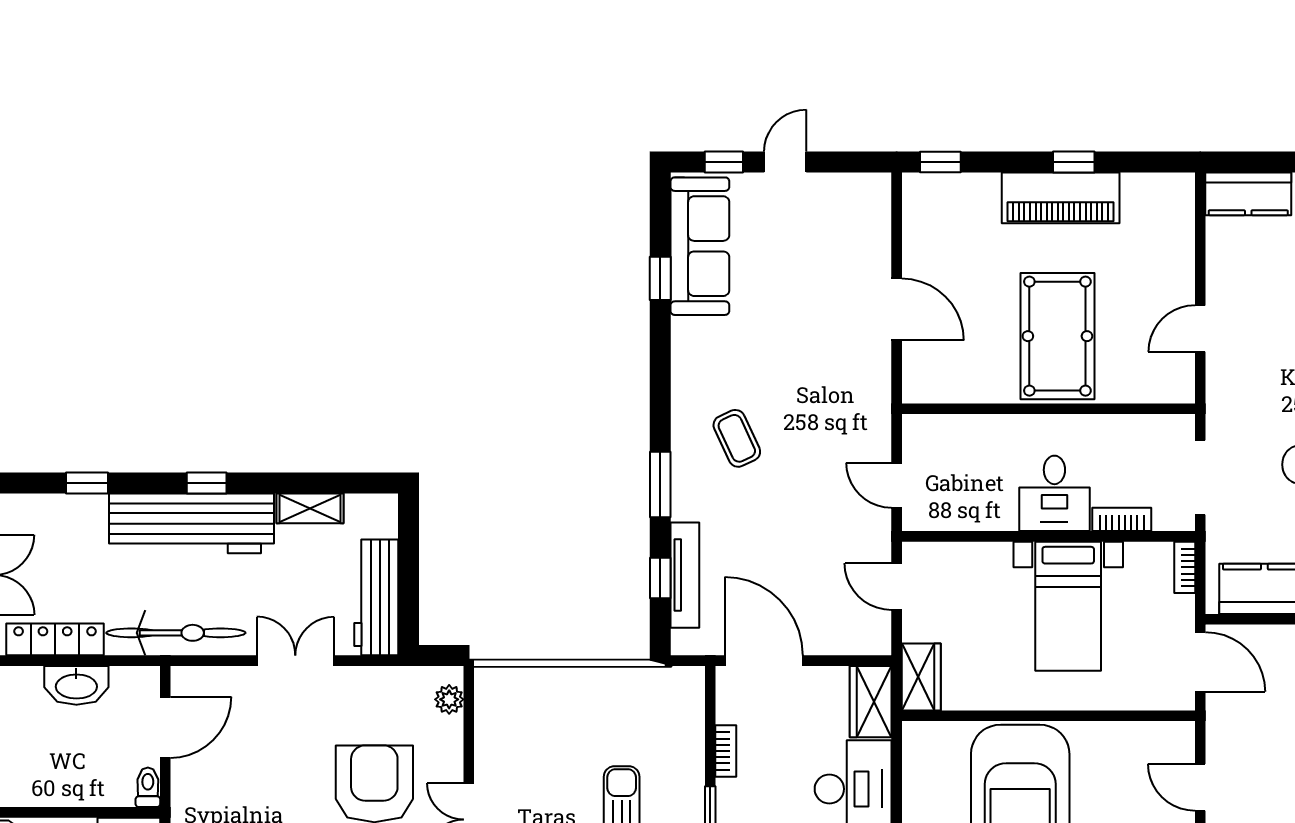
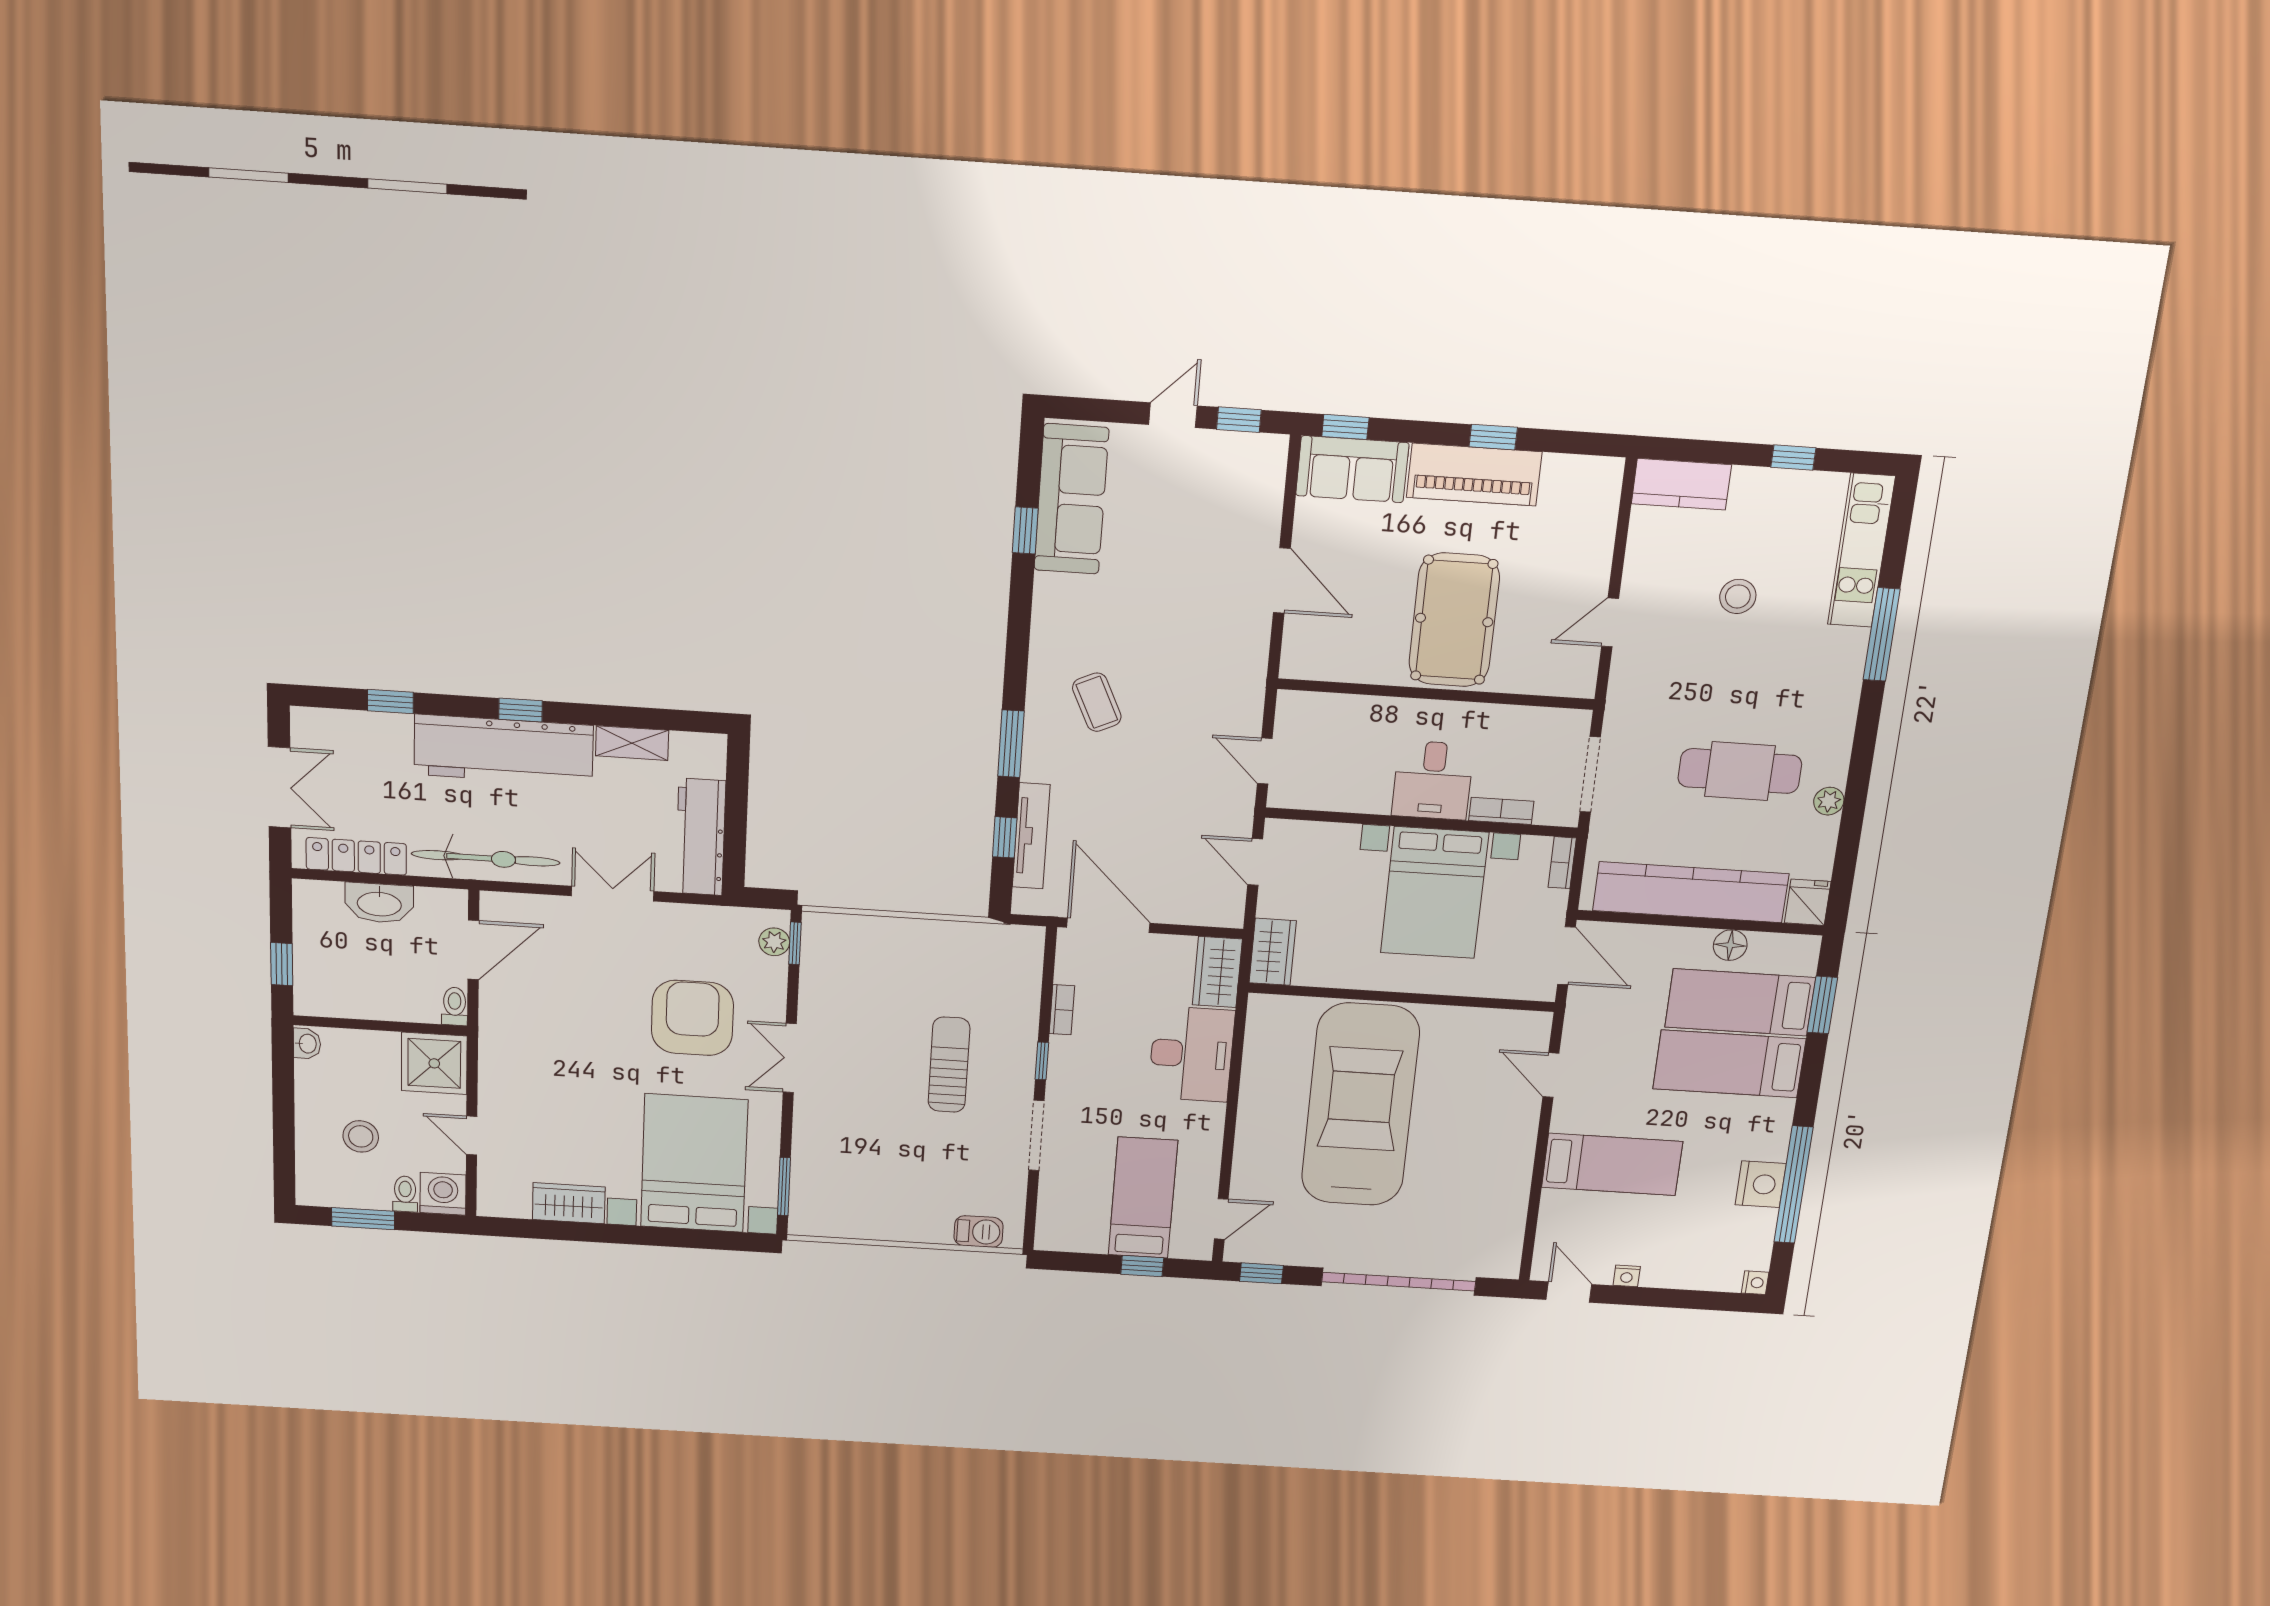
window: (724, 162) -> (1239, 420), moved
sofa: (950, 201) -> (1352, 469), added
bed with nightstands: (1068, 606) -> (1435, 893), width x1.36
window: (469, 700) -> (795, 943), added

